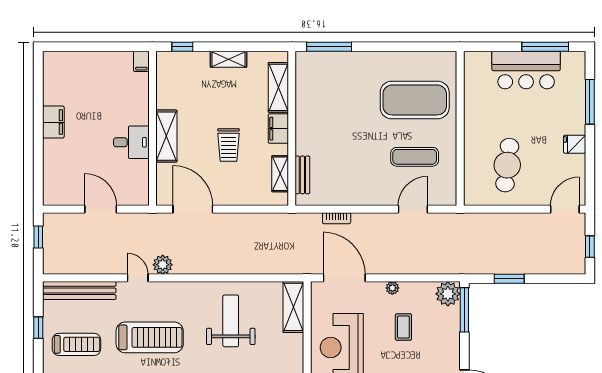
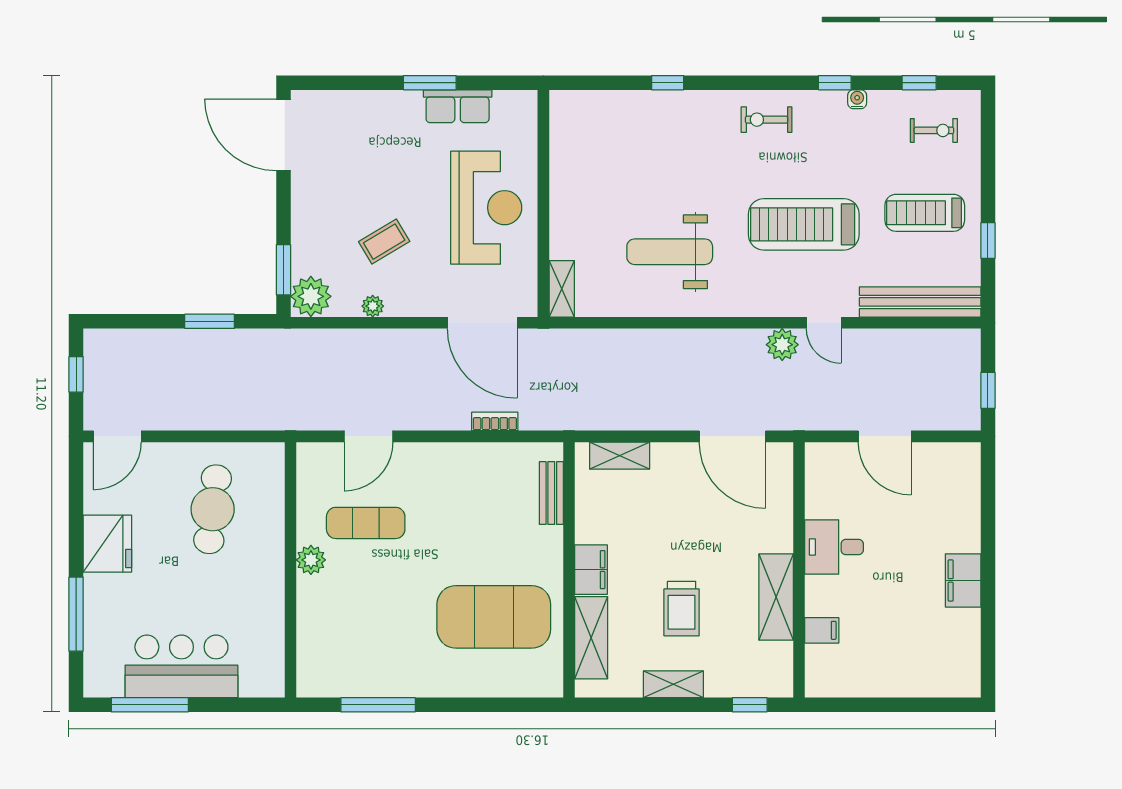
window: (329, 47) -> (378, 705), moved
filing cabinet: (141, 61) -> (822, 630), moved, turned 90
exercise mat: (415, 100) -> (494, 617), moved
plant: (448, 134) -> (311, 560), added
shelving: (166, 136) -> (776, 597), moved
fridge: (575, 144) -> (107, 544), width x1.88, depth x1.34
trolley: (229, 145) -> (682, 609), moved, turned 180
shelving: (280, 174) -> (620, 456), moved, turned 90
plant: (392, 288) -> (373, 306), moved
shelving: (293, 307) -> (562, 289), width x0.67, depth x0.75
window: (464, 310) -> (283, 270), width x0.69
weight bench: (231, 321) -> (670, 252), turned 90
coffee table: (403, 327) -> (384, 242), turned 59

